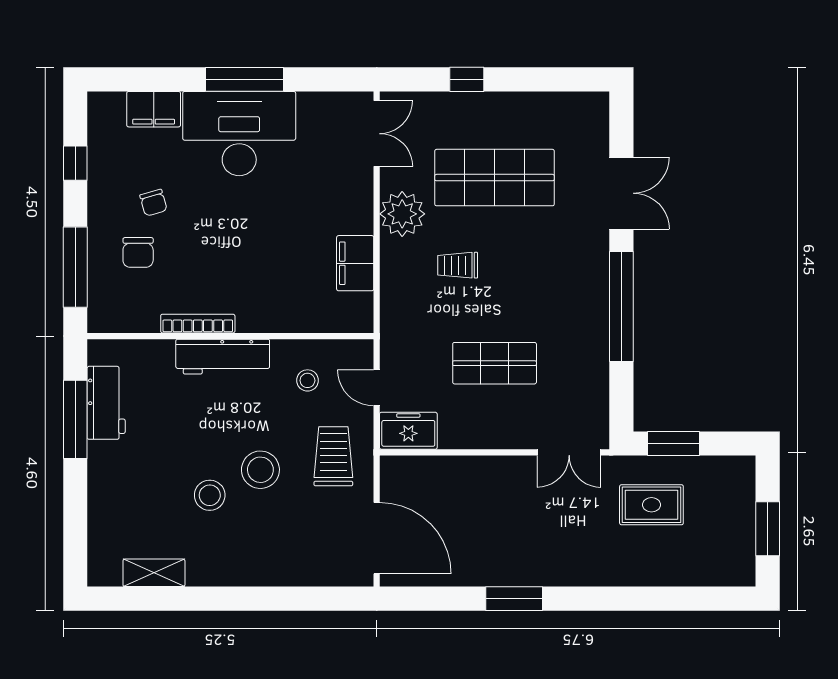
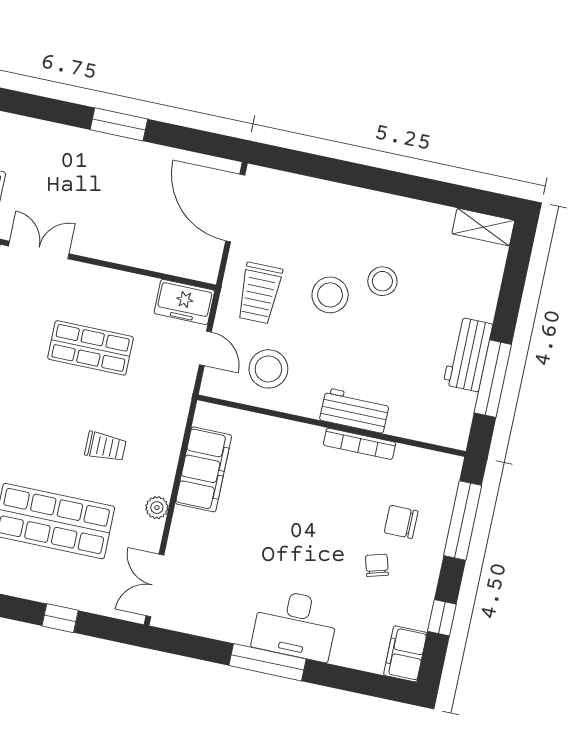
filing cabinet: (154, 109) -> (405, 654), moved, turned -90
desk: (239, 134) -> (295, 625), width x0.73, depth x0.77
plant: (402, 214) -> (157, 508), width x0.53, depth x0.53
chair: (138, 252) -> (401, 522), turned -90
filing cabinet: (355, 263) -> (204, 469), width x1.50, depth x1.17
workbench: (223, 357) -> (355, 411), width x0.73
stool: (307, 380) -> (268, 369), width x1.89, depth x1.89
workbench: (106, 403) -> (468, 354), moved
shelving: (154, 573) -> (483, 227), moved

